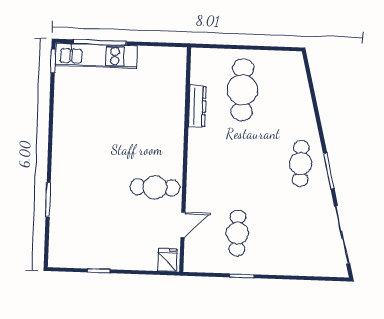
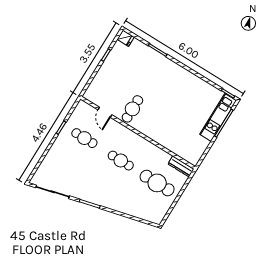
dresser: (197, 106) -> (181, 166), moved
cafe table: (301, 164) -> (121, 161), moved
fridge: (167, 260) -> (126, 38), moved

